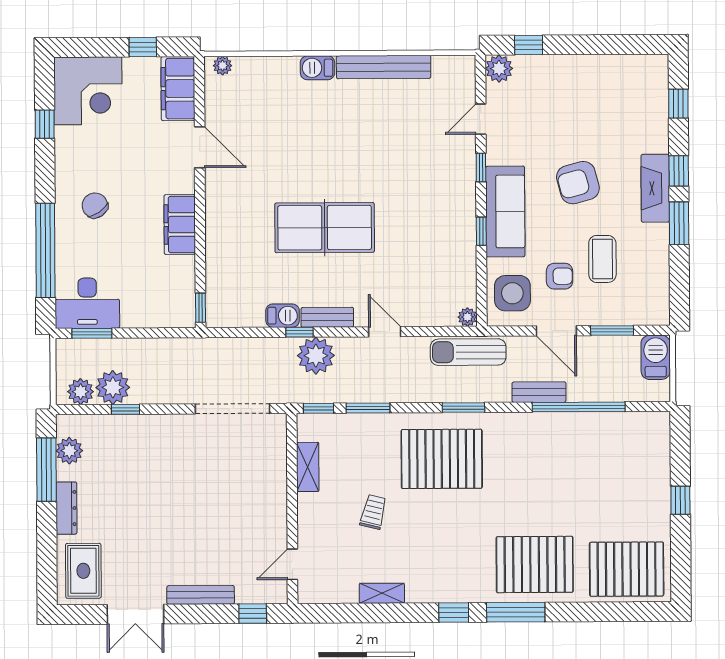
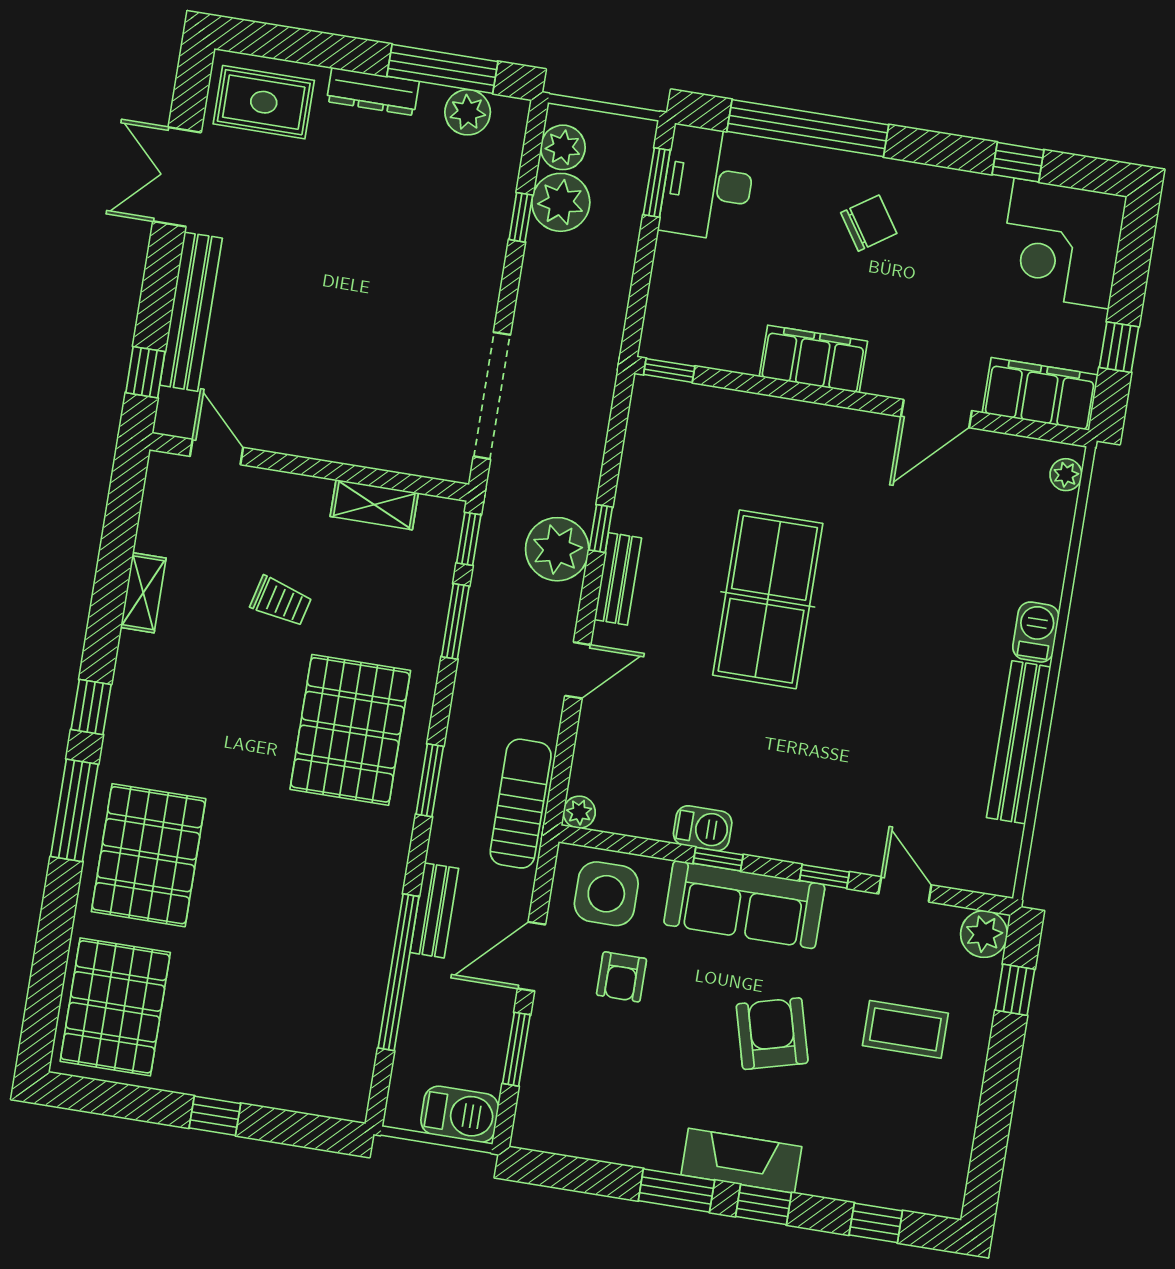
coffee table: (602, 259) -> (905, 1029), moved
barbecue: (283, 316) -> (703, 828), moved, turned -90
bench: (201, 595) -> (191, 312), width x1.37, depth x1.21

